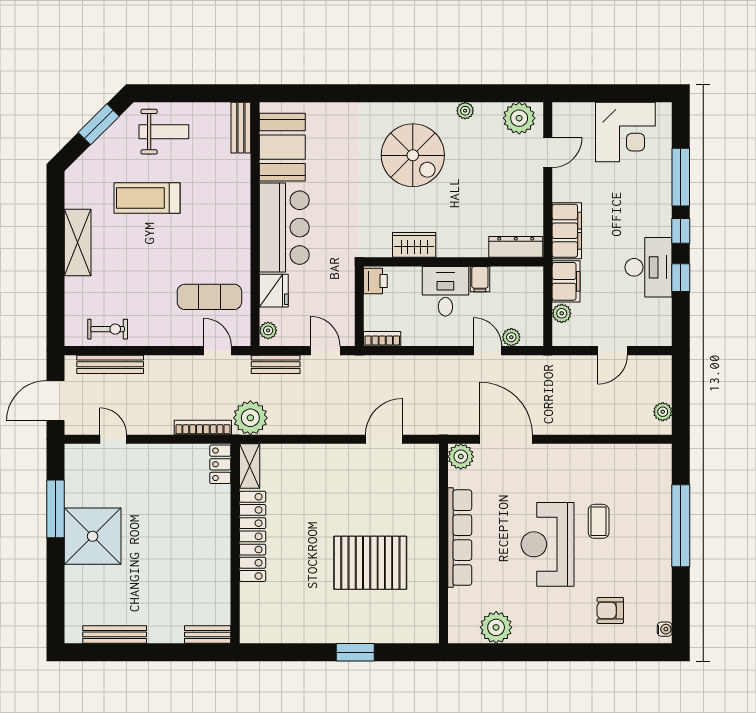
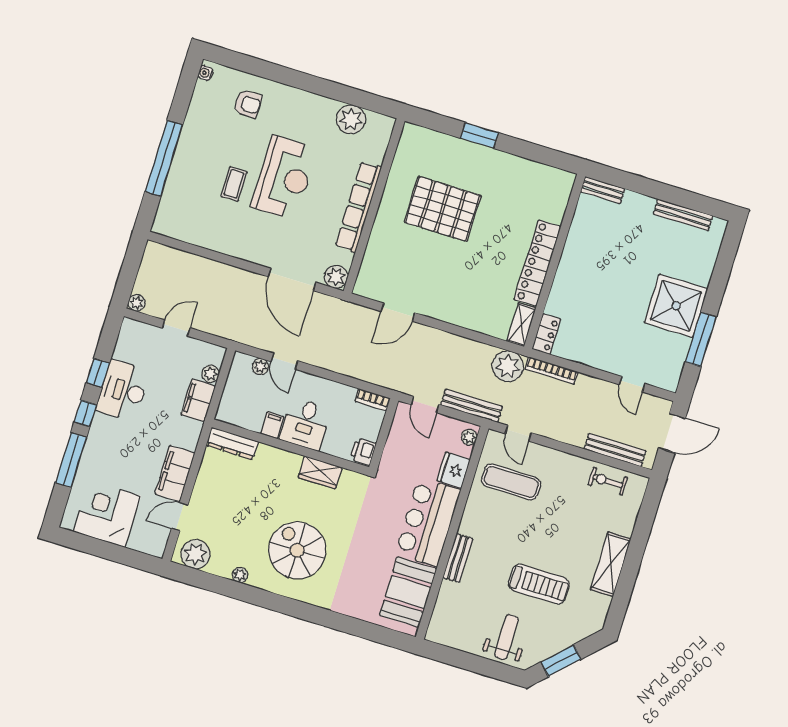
bench: (241, 128) -> (458, 558), moved
weight bench: (164, 132) -> (506, 637), turned 90
filing cabinet: (567, 231) -> (175, 473), moved
bench: (276, 364) -> (472, 406), width x1.36
plant: (663, 412) -> (137, 303), moved

